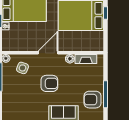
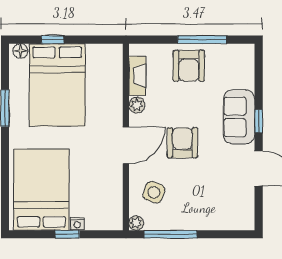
door: (48, 53) -> (126, 145), swing flipped
armchair: (93, 100) -> (189, 66), moved

